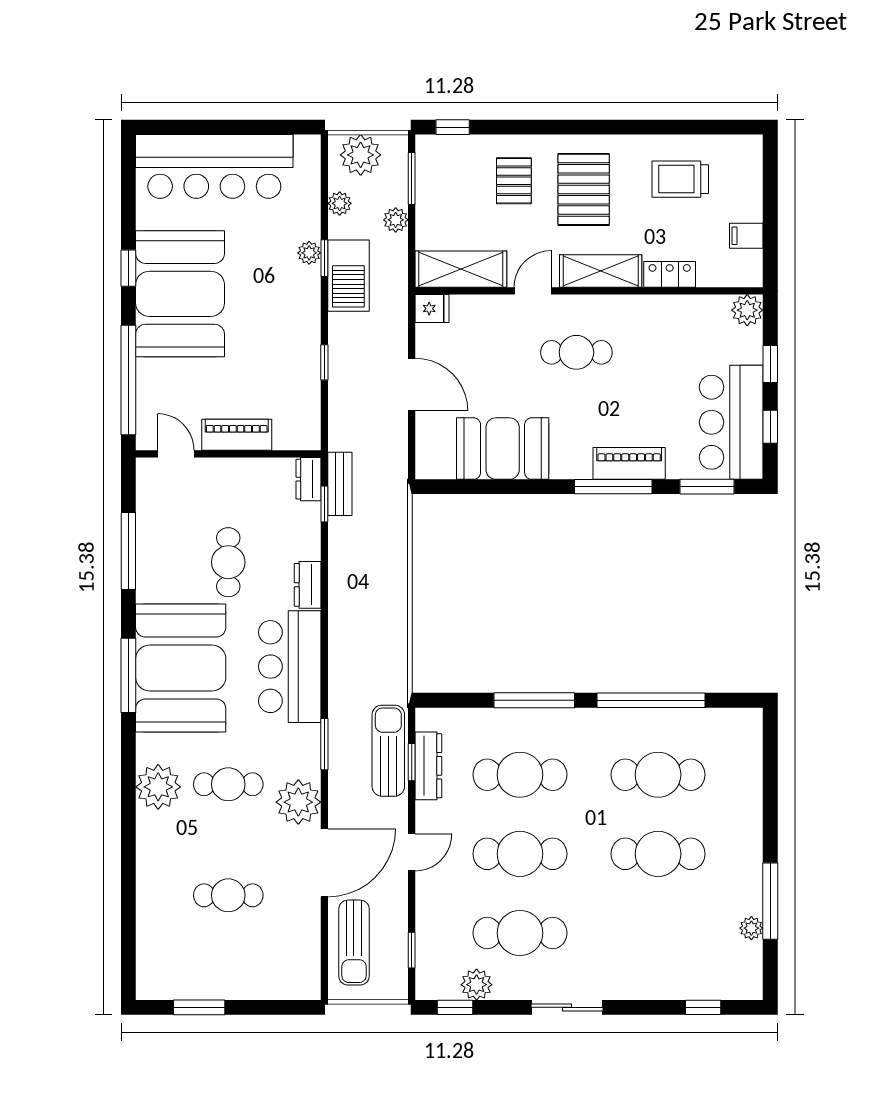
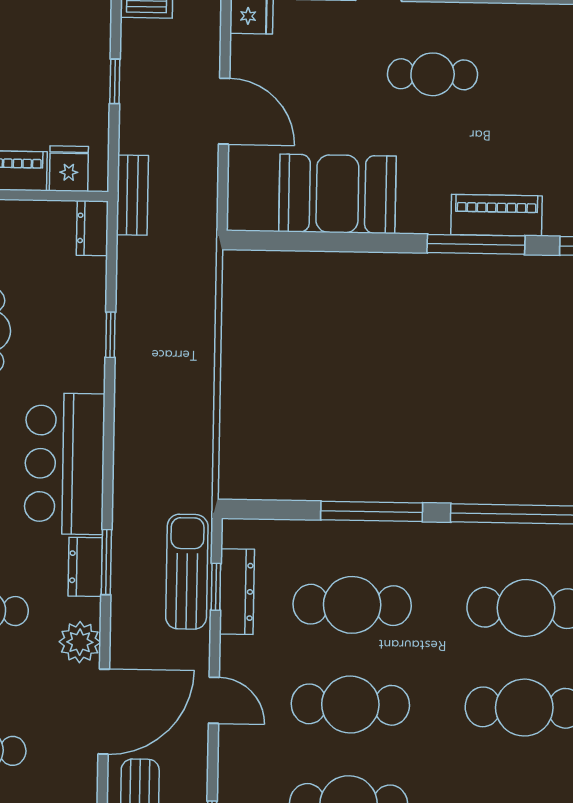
fridge: (289, 432) -> (69, 169), added
bench: (340, 484) -> (132, 195), moved
window: (324, 504) -> (110, 335), moved
dresser: (308, 585) -> (85, 567), moved
plant: (298, 802) -> (80, 642), width x0.73, depth x0.73
door: (412, 852) -> (214, 700), hinge flipped

